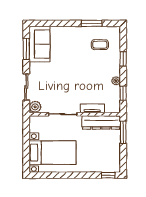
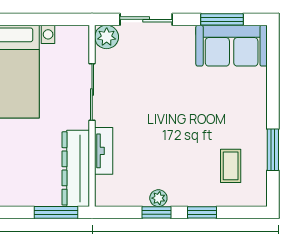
window: (123, 93) -> (157, 212), moved

